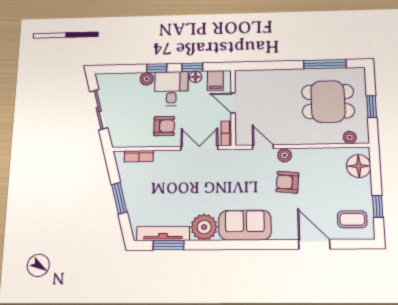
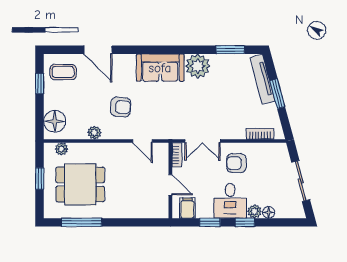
floor lamp: (196, 77) -> (269, 212), moved
plant: (285, 155) -> (94, 133), moved
tv unit: (163, 234) -> (262, 79), moved, turned 75

